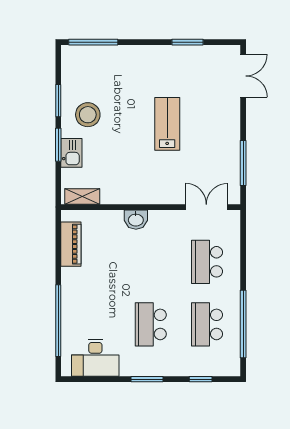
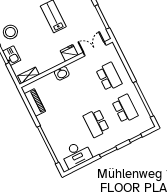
fridge: (163, 194) -> (69, 53), added
school desk: (207, 262) -> (109, 77), turned 180
school desk: (207, 324) -> (125, 109), turned 180

